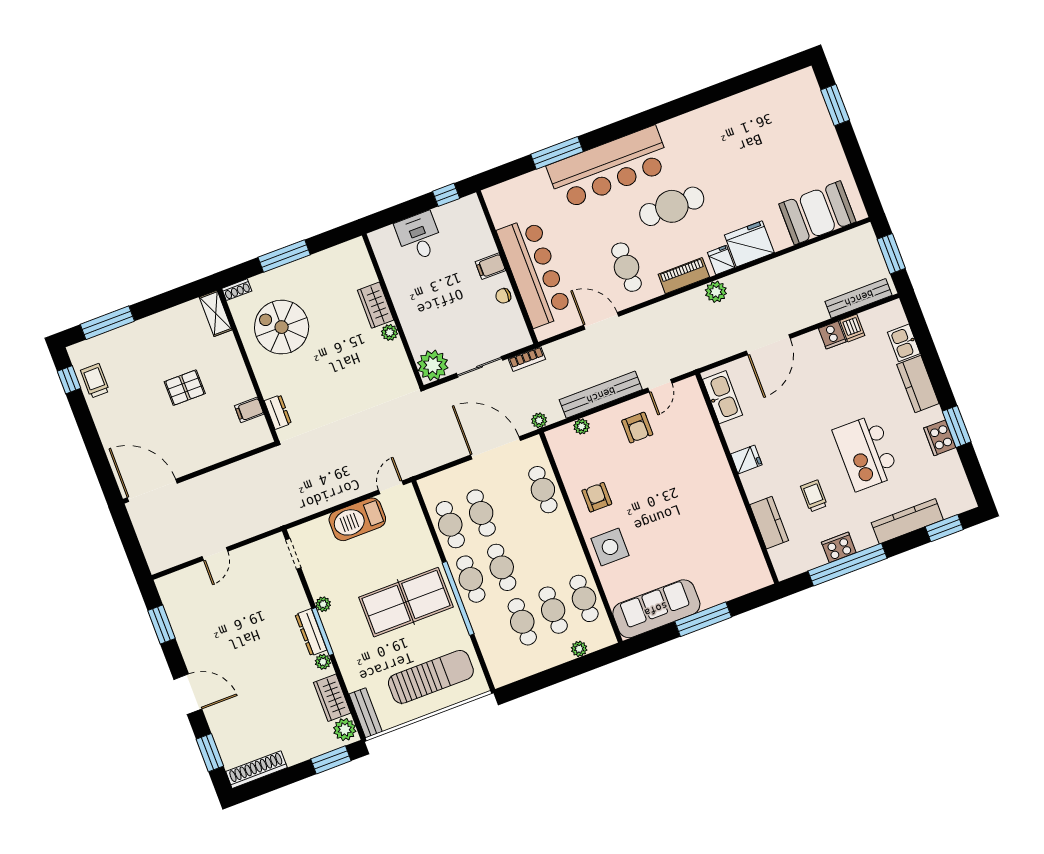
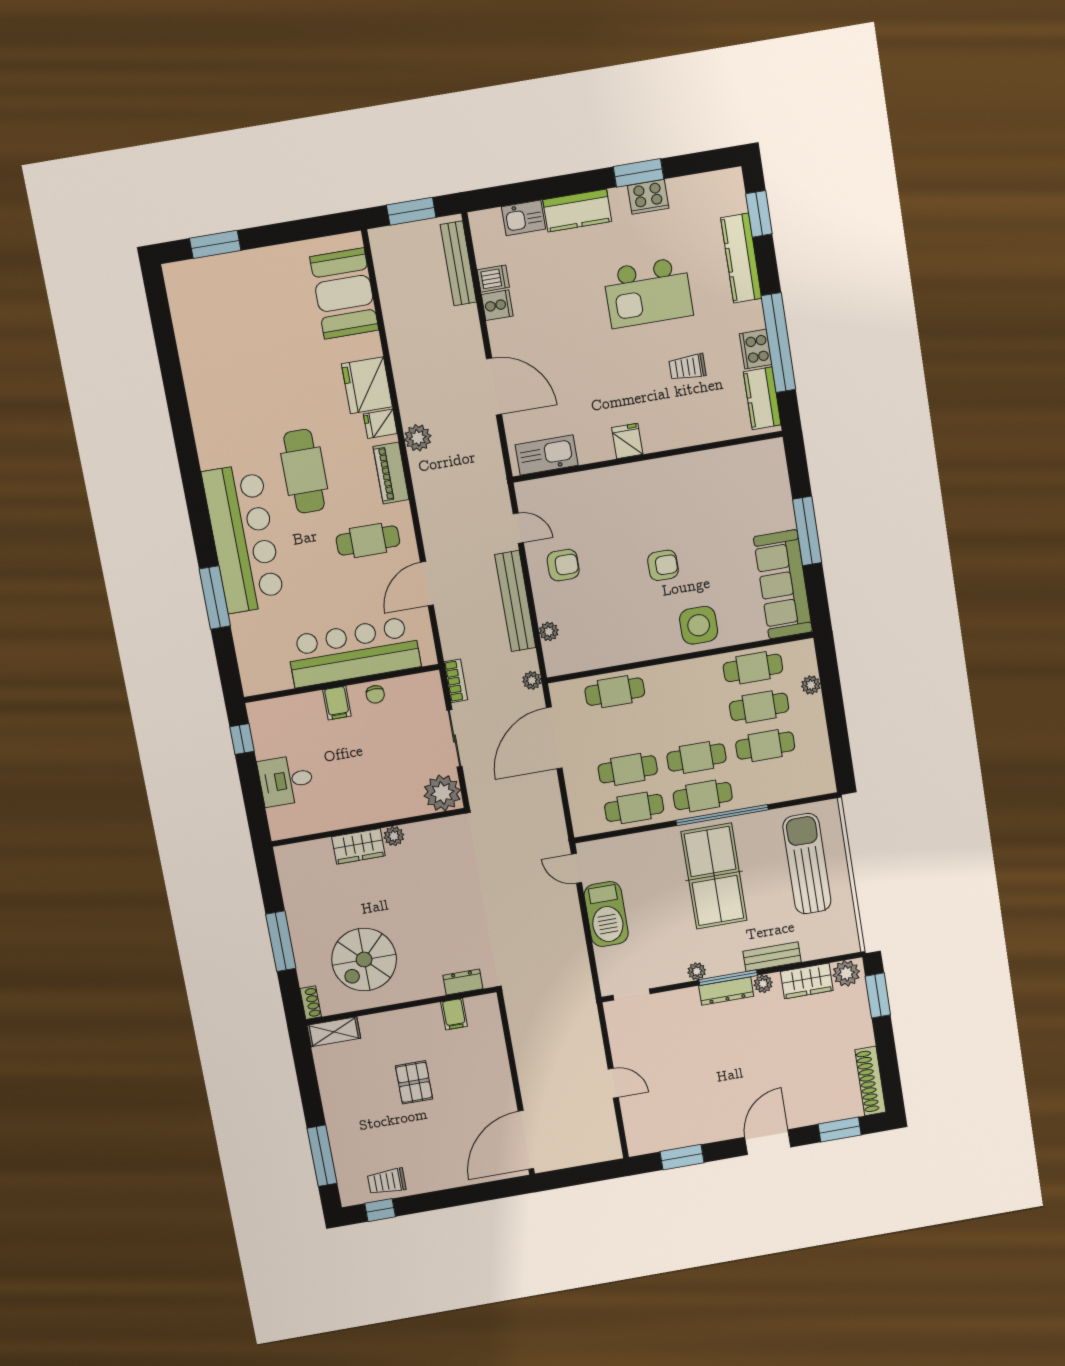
armchair: (597, 497) -> (663, 565), moved, turned 180
kitchen counter: (769, 523) -> (762, 398), moved, turned -90
bench: (366, 713) -> (772, 957), moved

